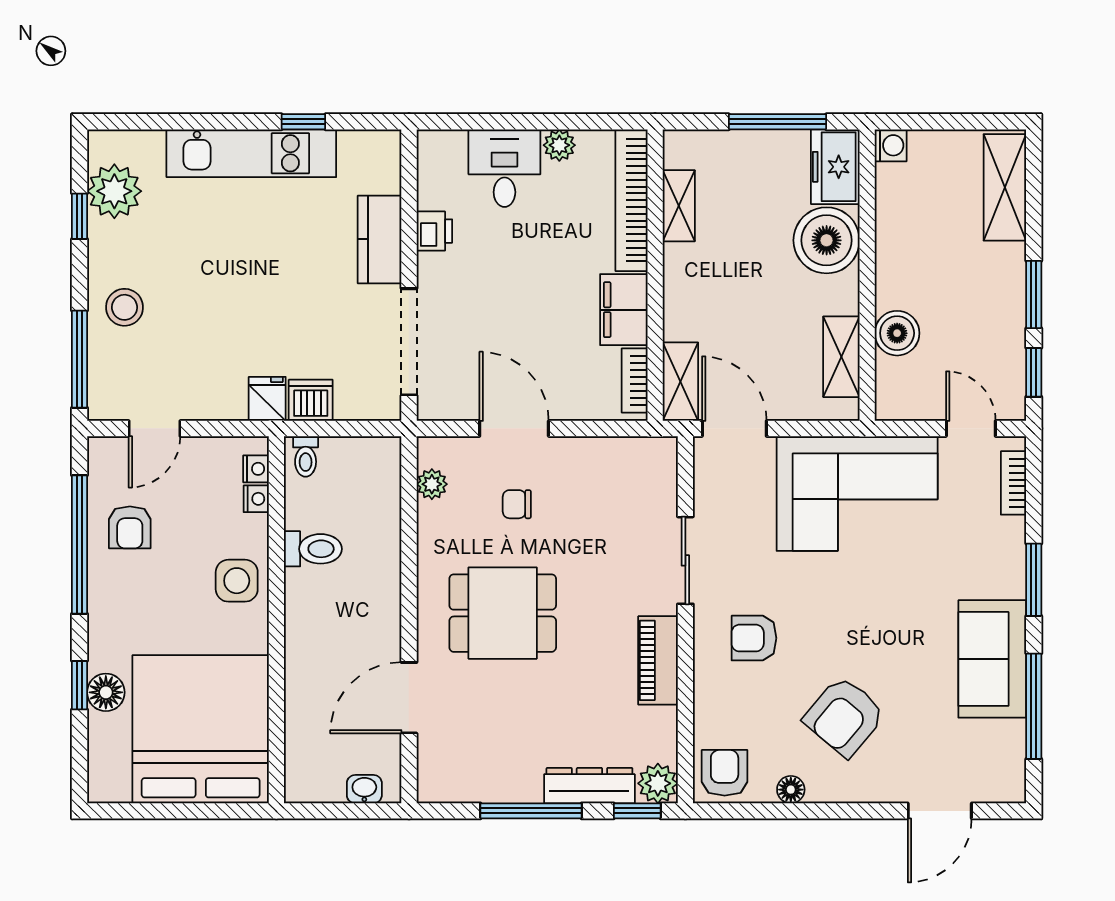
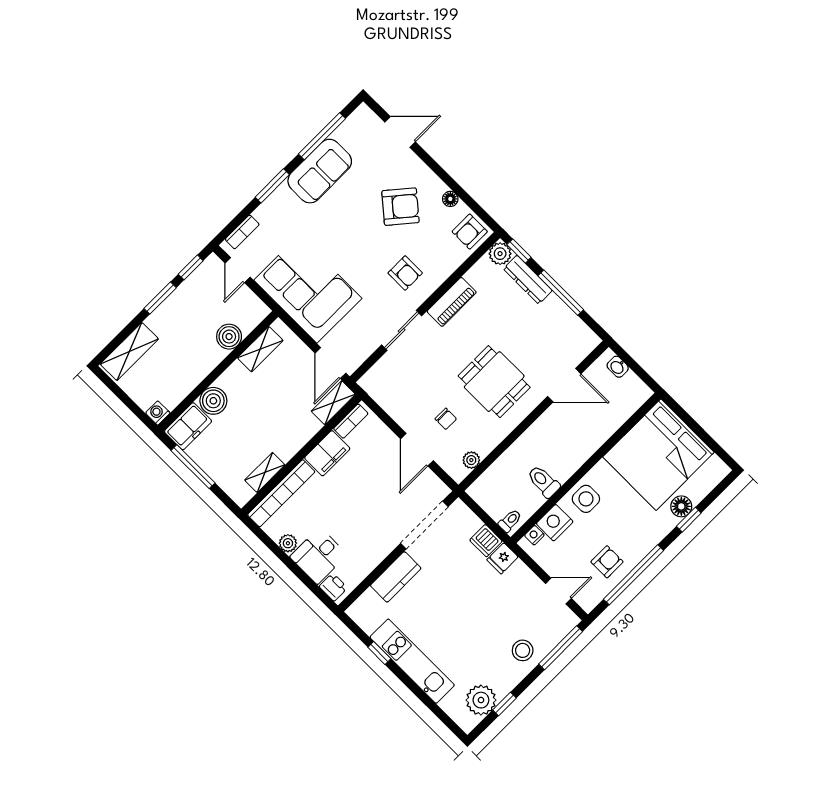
printer: (434, 231) -> (333, 587), moved, turned 90
boiler: (827, 240) -> (213, 401), width x0.73, depth x0.73
nightstand: (256, 499) -> (555, 523), width x1.89, depth x1.79

